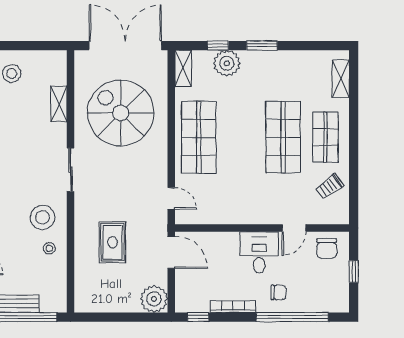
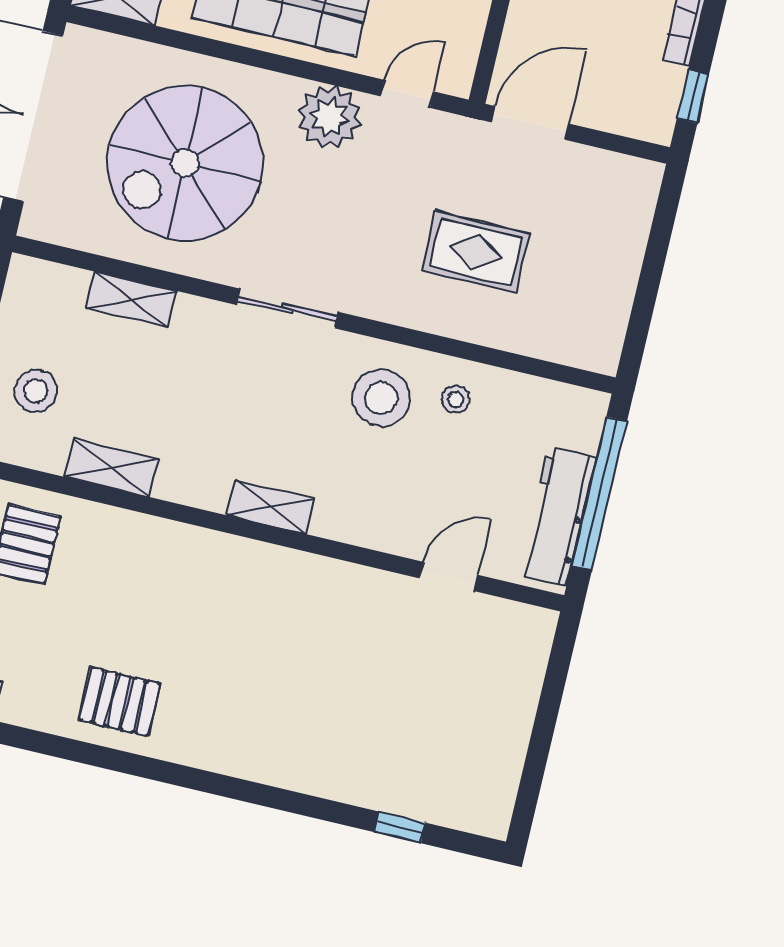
plant: (154, 299) -> (329, 117), moved

